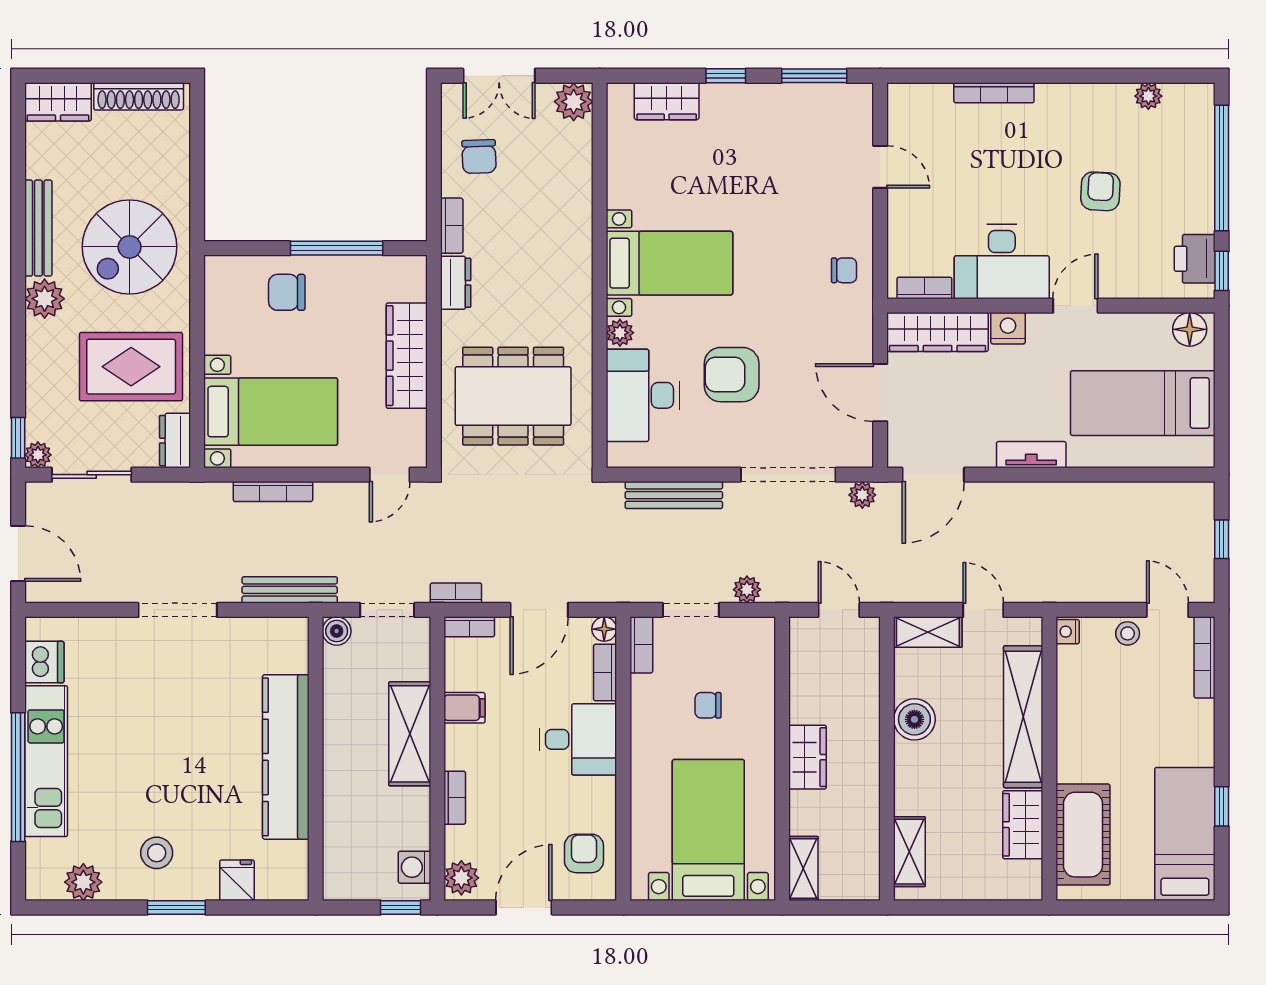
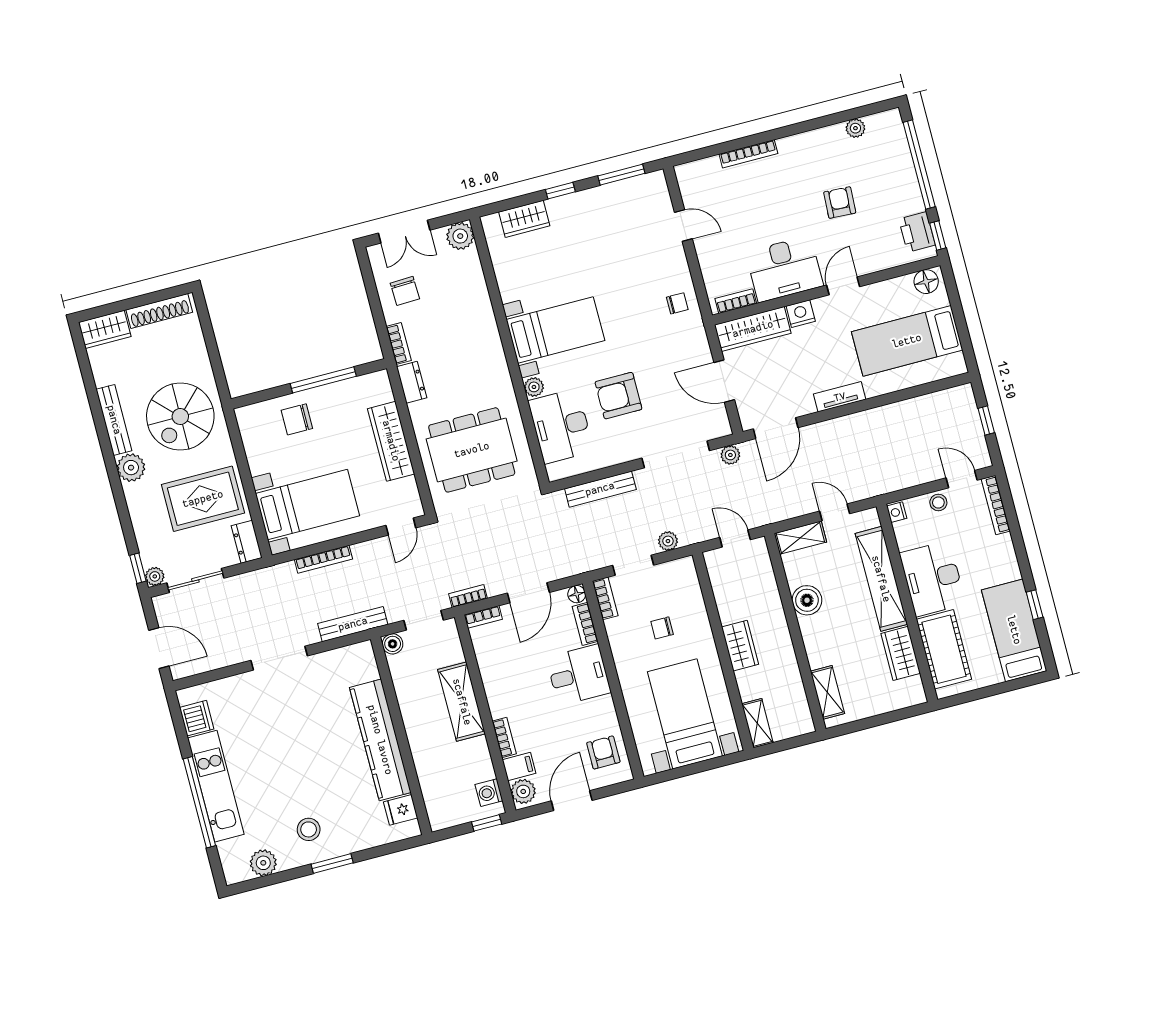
filing cabinet: (464, 708) -> (519, 767), moved
desk: (1093, 735) -> (933, 579), added
fridge: (237, 880) -> (401, 810), moved, turned -90

